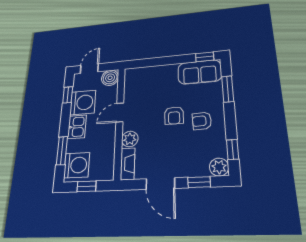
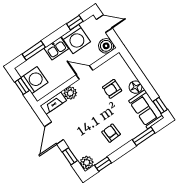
floor lamp: (169, 71) -> (136, 87), added
armchair: (174, 116) -> (112, 89), moved
washing machine: (77, 165) -> (34, 80), moved, turned -90

